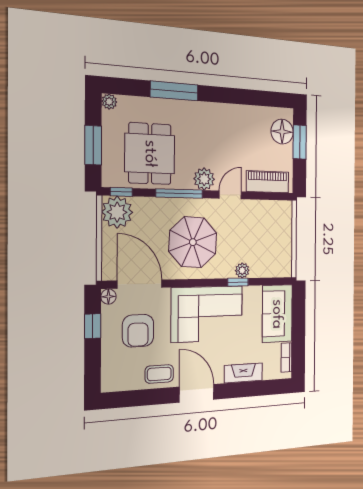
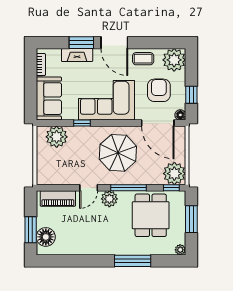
plant: (242, 270) -> (57, 137), moved, width x1.88, depth x1.88
plant: (117, 375) -> (174, 60), added
window: (238, 390) -> (81, 43), added

